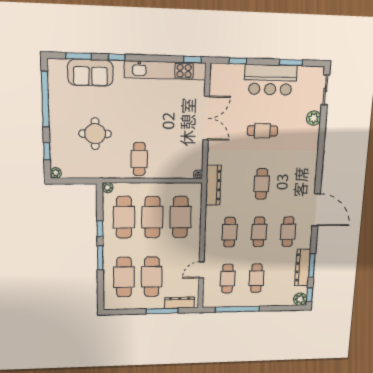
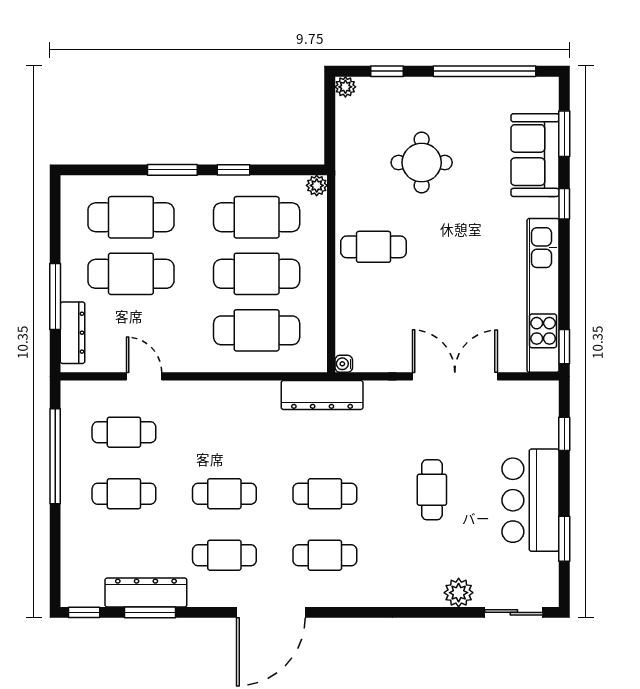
double door: (206, 118) -> (455, 376), swing flipped
cafe table: (230, 232) -> (325, 555), moved
plant: (300, 299) -> (75, 592), removed

